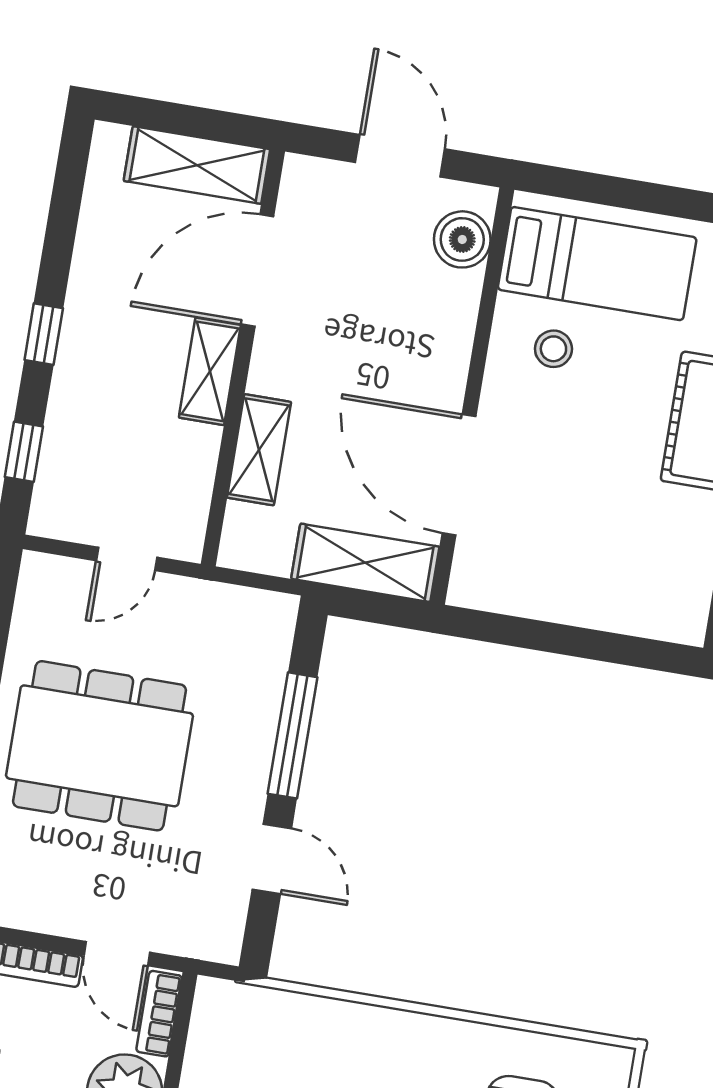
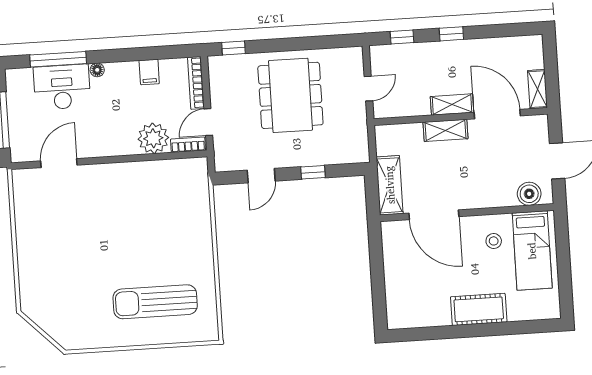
shelving: (197, 165) -> (538, 89), width x0.67, depth x0.75
shelving: (259, 450) -> (445, 130), moved
door: (459, 475) -> (434, 215), swing flipped
door: (127, 559) -> (368, 89), swing flipped
window: (293, 735) -> (313, 172), width x0.46

